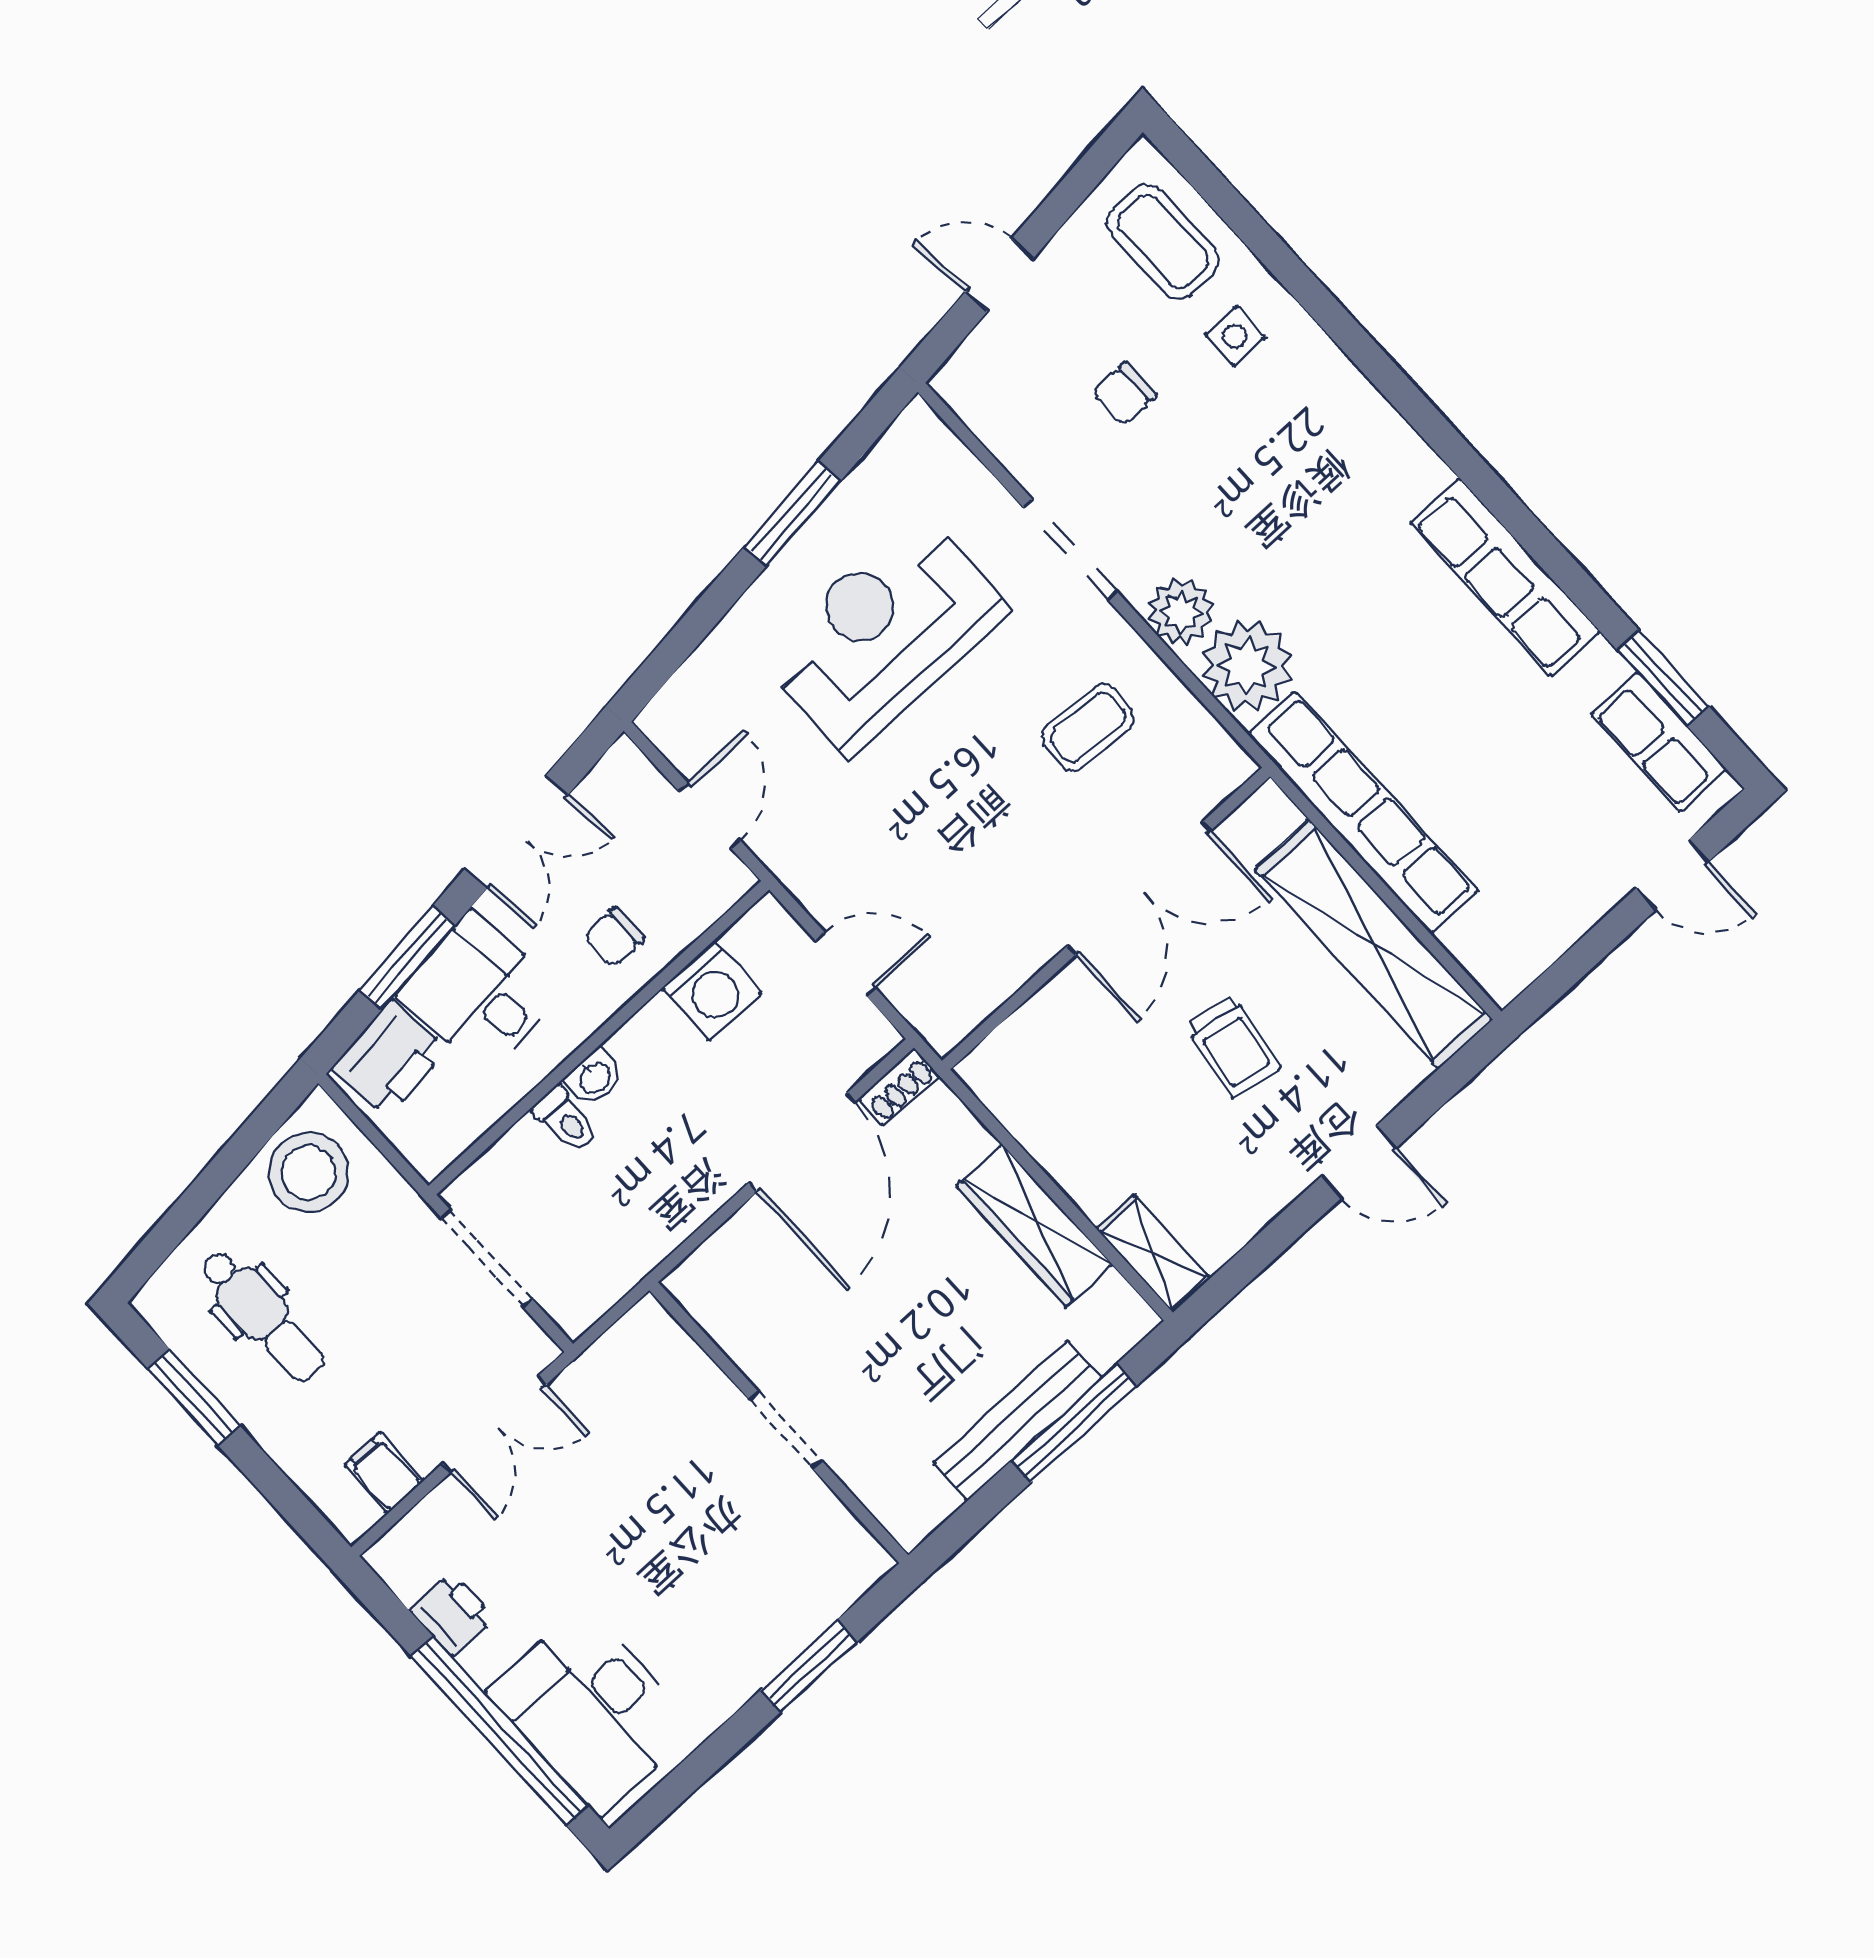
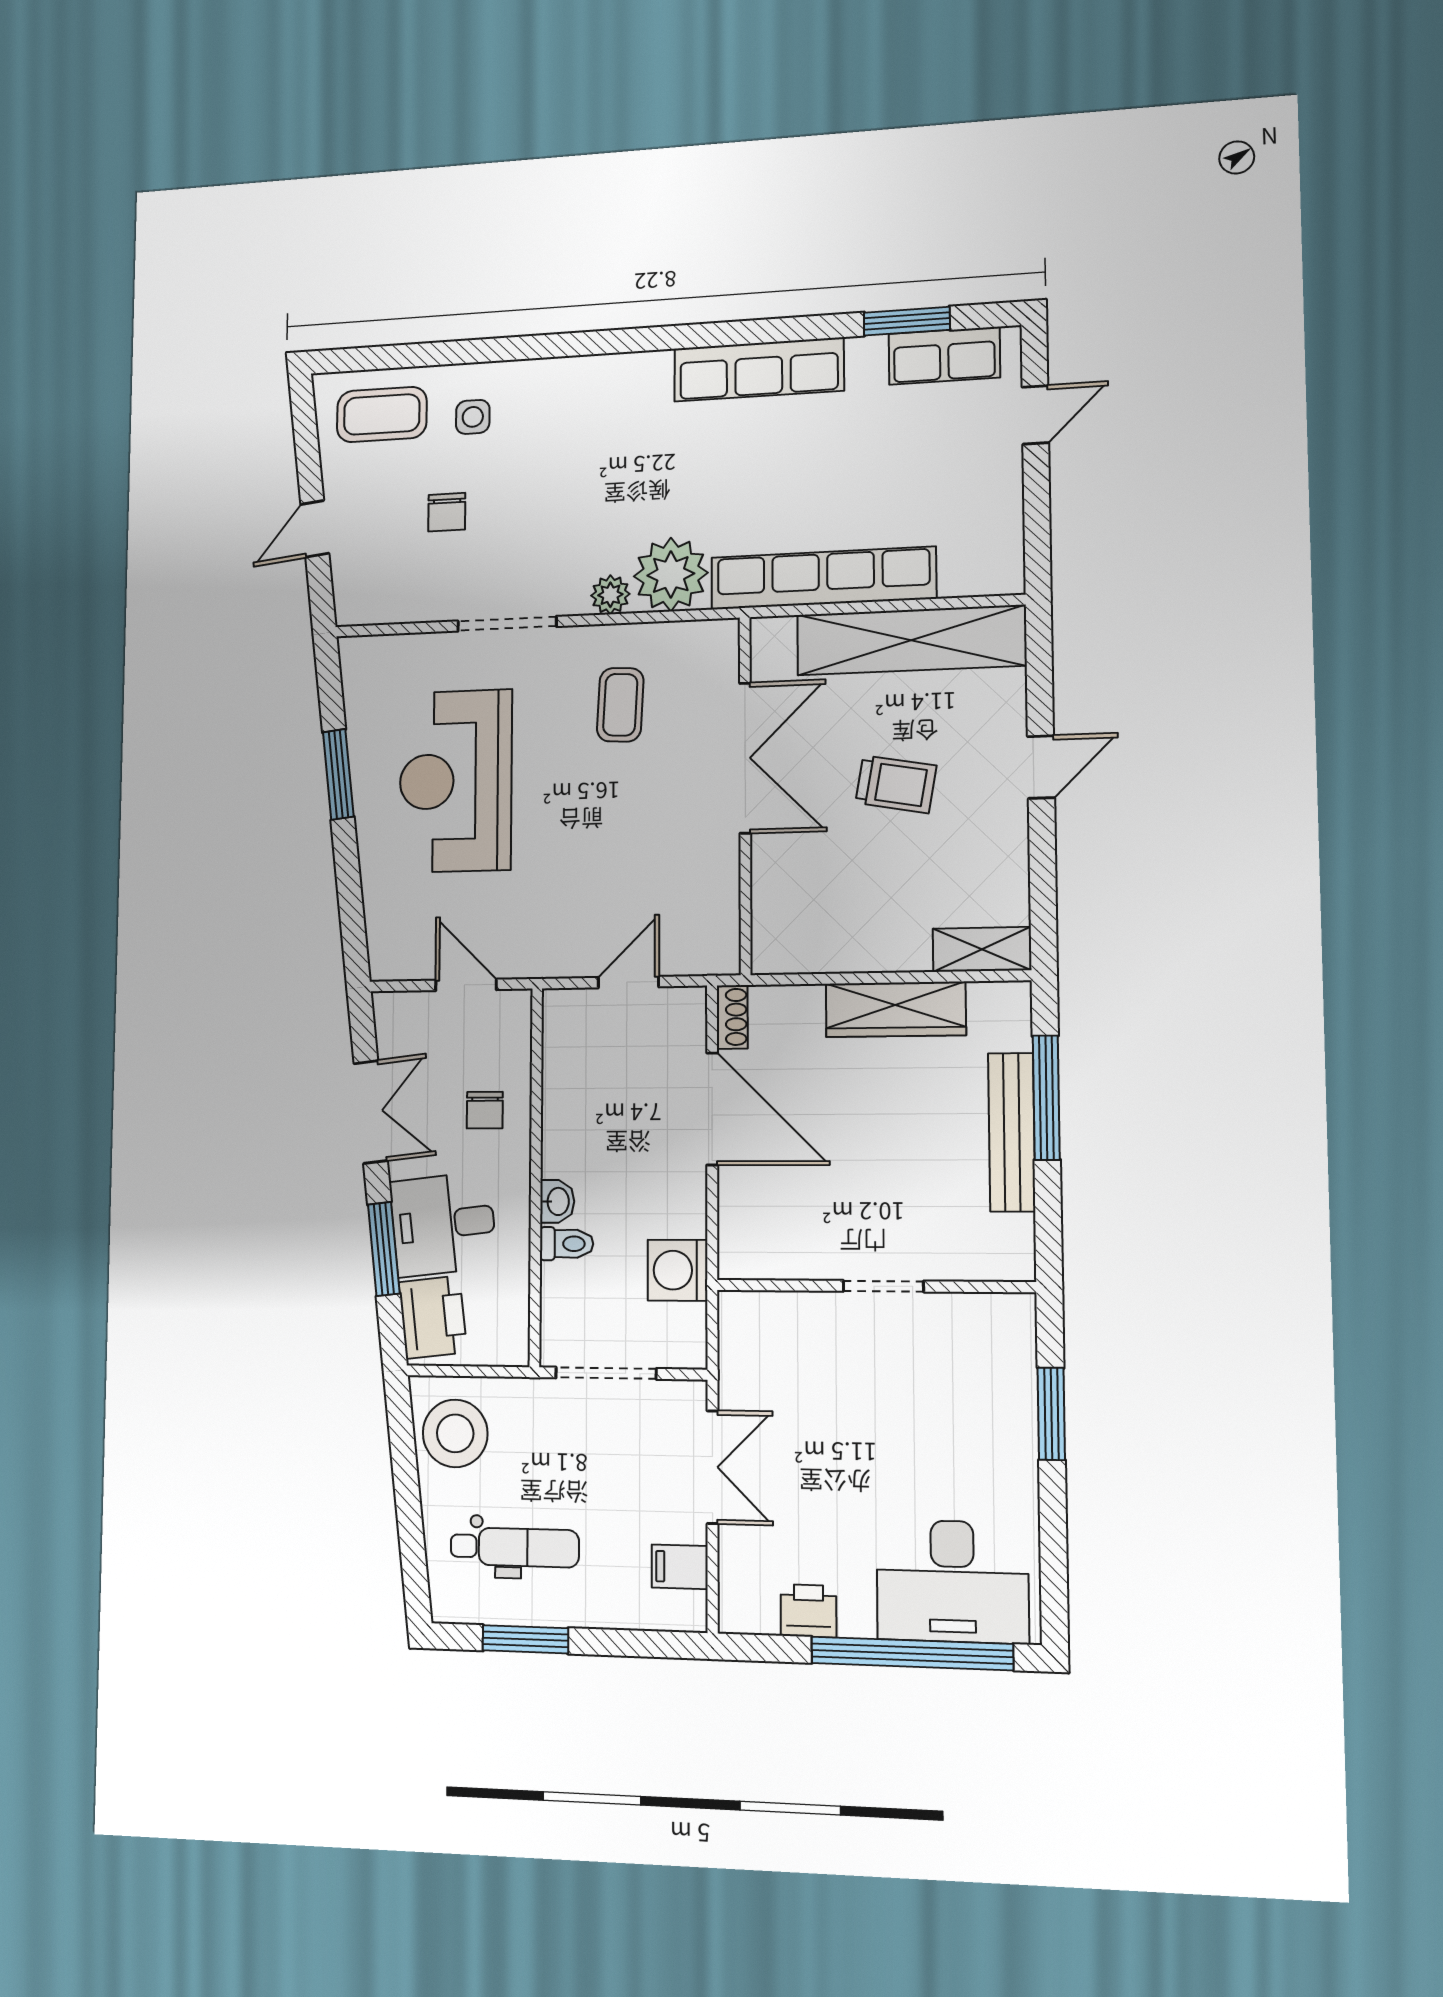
plant: (1181, 612) -> (610, 595), width x0.73, depth x0.73
washing machine: (712, 991) -> (678, 1270), moved, turned 180

